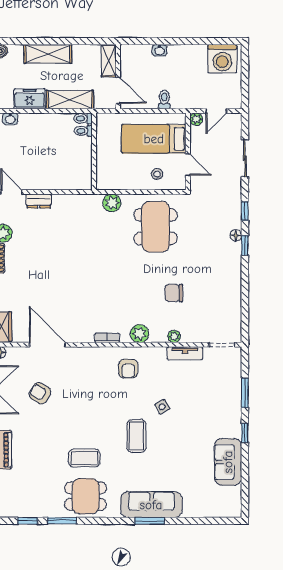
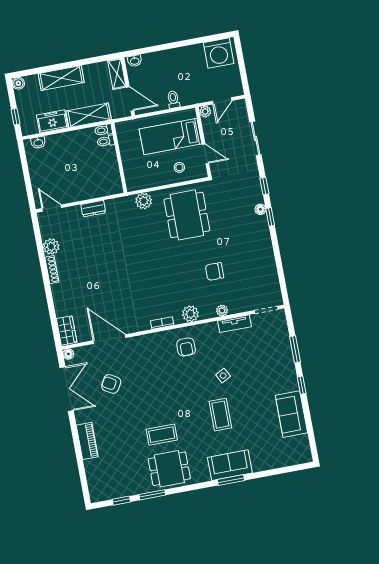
washbasin: (160, 50) -> (135, 61), moved
dresser: (39, 201) -> (93, 209), moved
coffee table: (136, 436) -> (220, 415), moved
sofa: (151, 505) -> (230, 465), width x0.73

